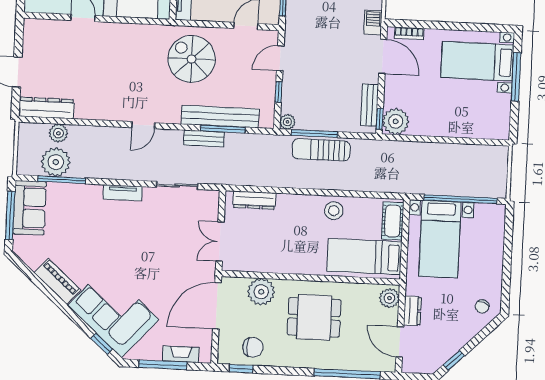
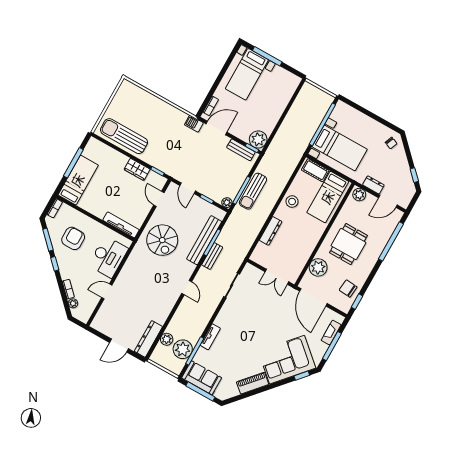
spiral stairs: (192, 59) -> (162, 240), turned -90
tv unit: (123, 193) -> (210, 337), moved
dresser: (254, 200) -> (271, 231), moved
chair: (253, 347) -> (348, 288), turned -85

